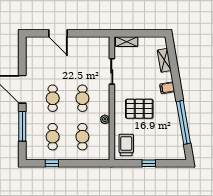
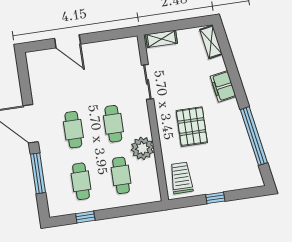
shelving: (164, 60) -> (211, 42), moved
filing cabinet: (167, 88) -> (223, 86), width x2.00
pallet: (139, 109) -> (192, 127), turned 90
plant: (105, 119) -> (142, 148), width x1.88, depth x1.88

